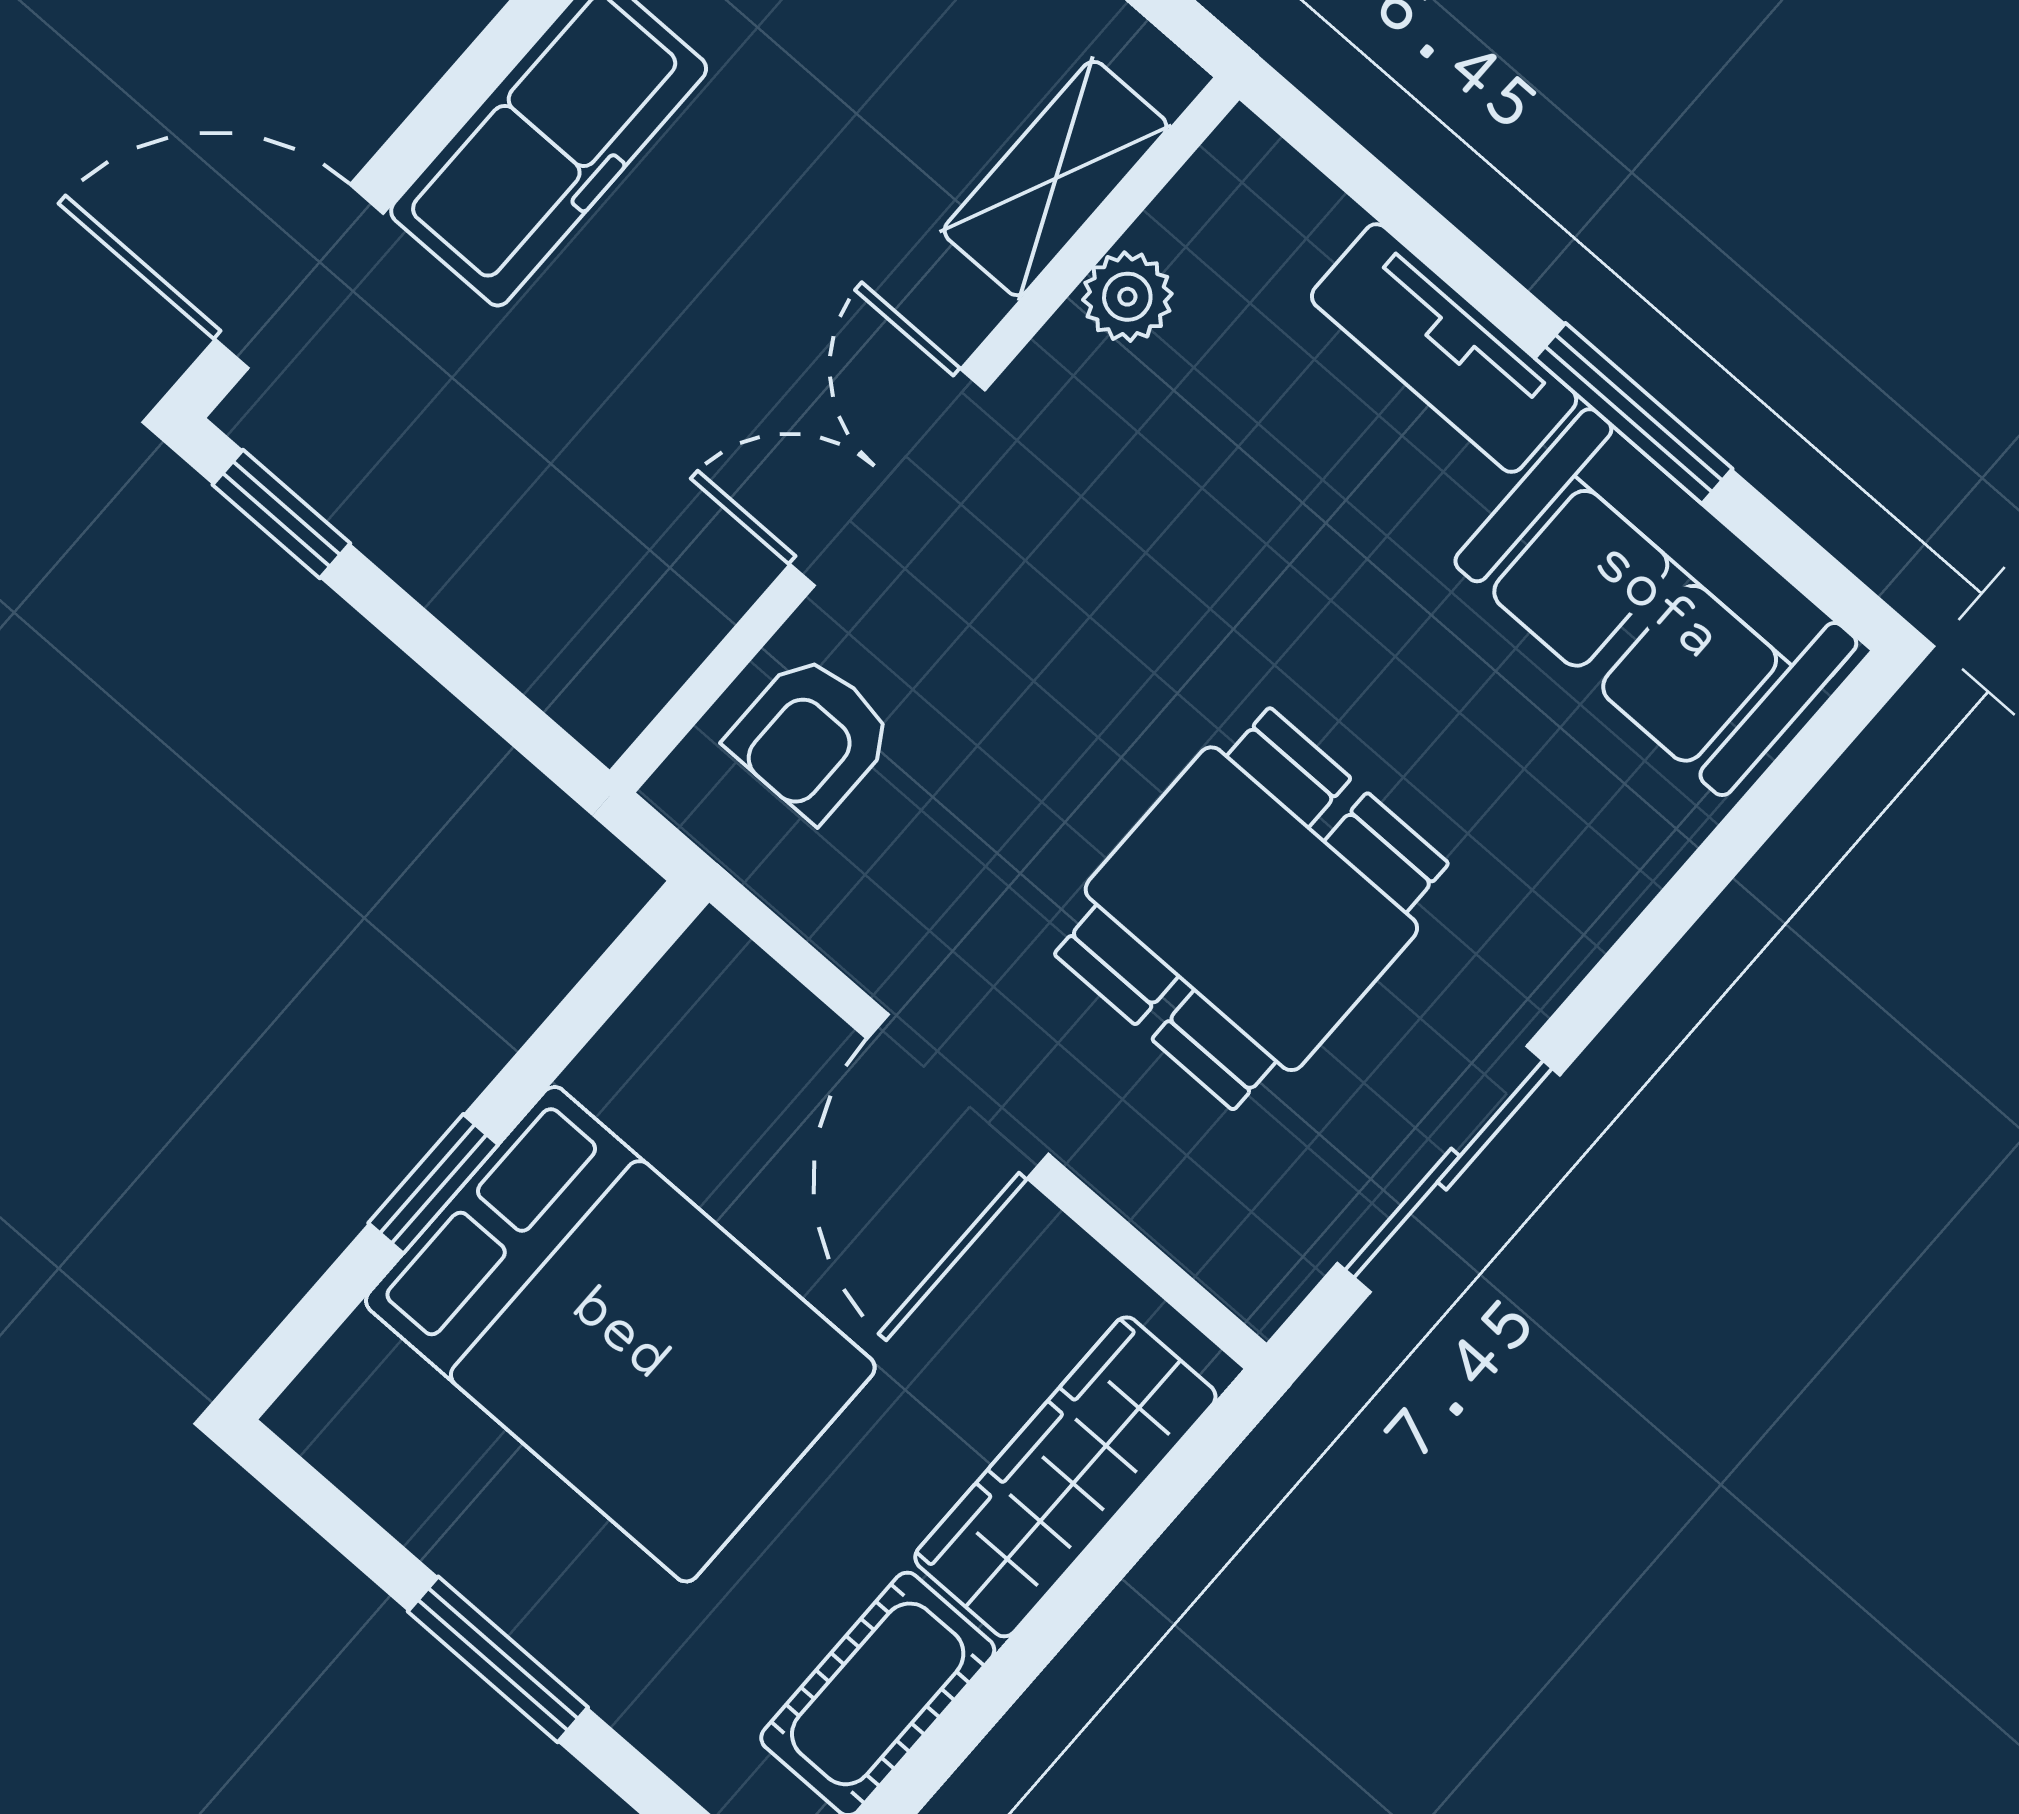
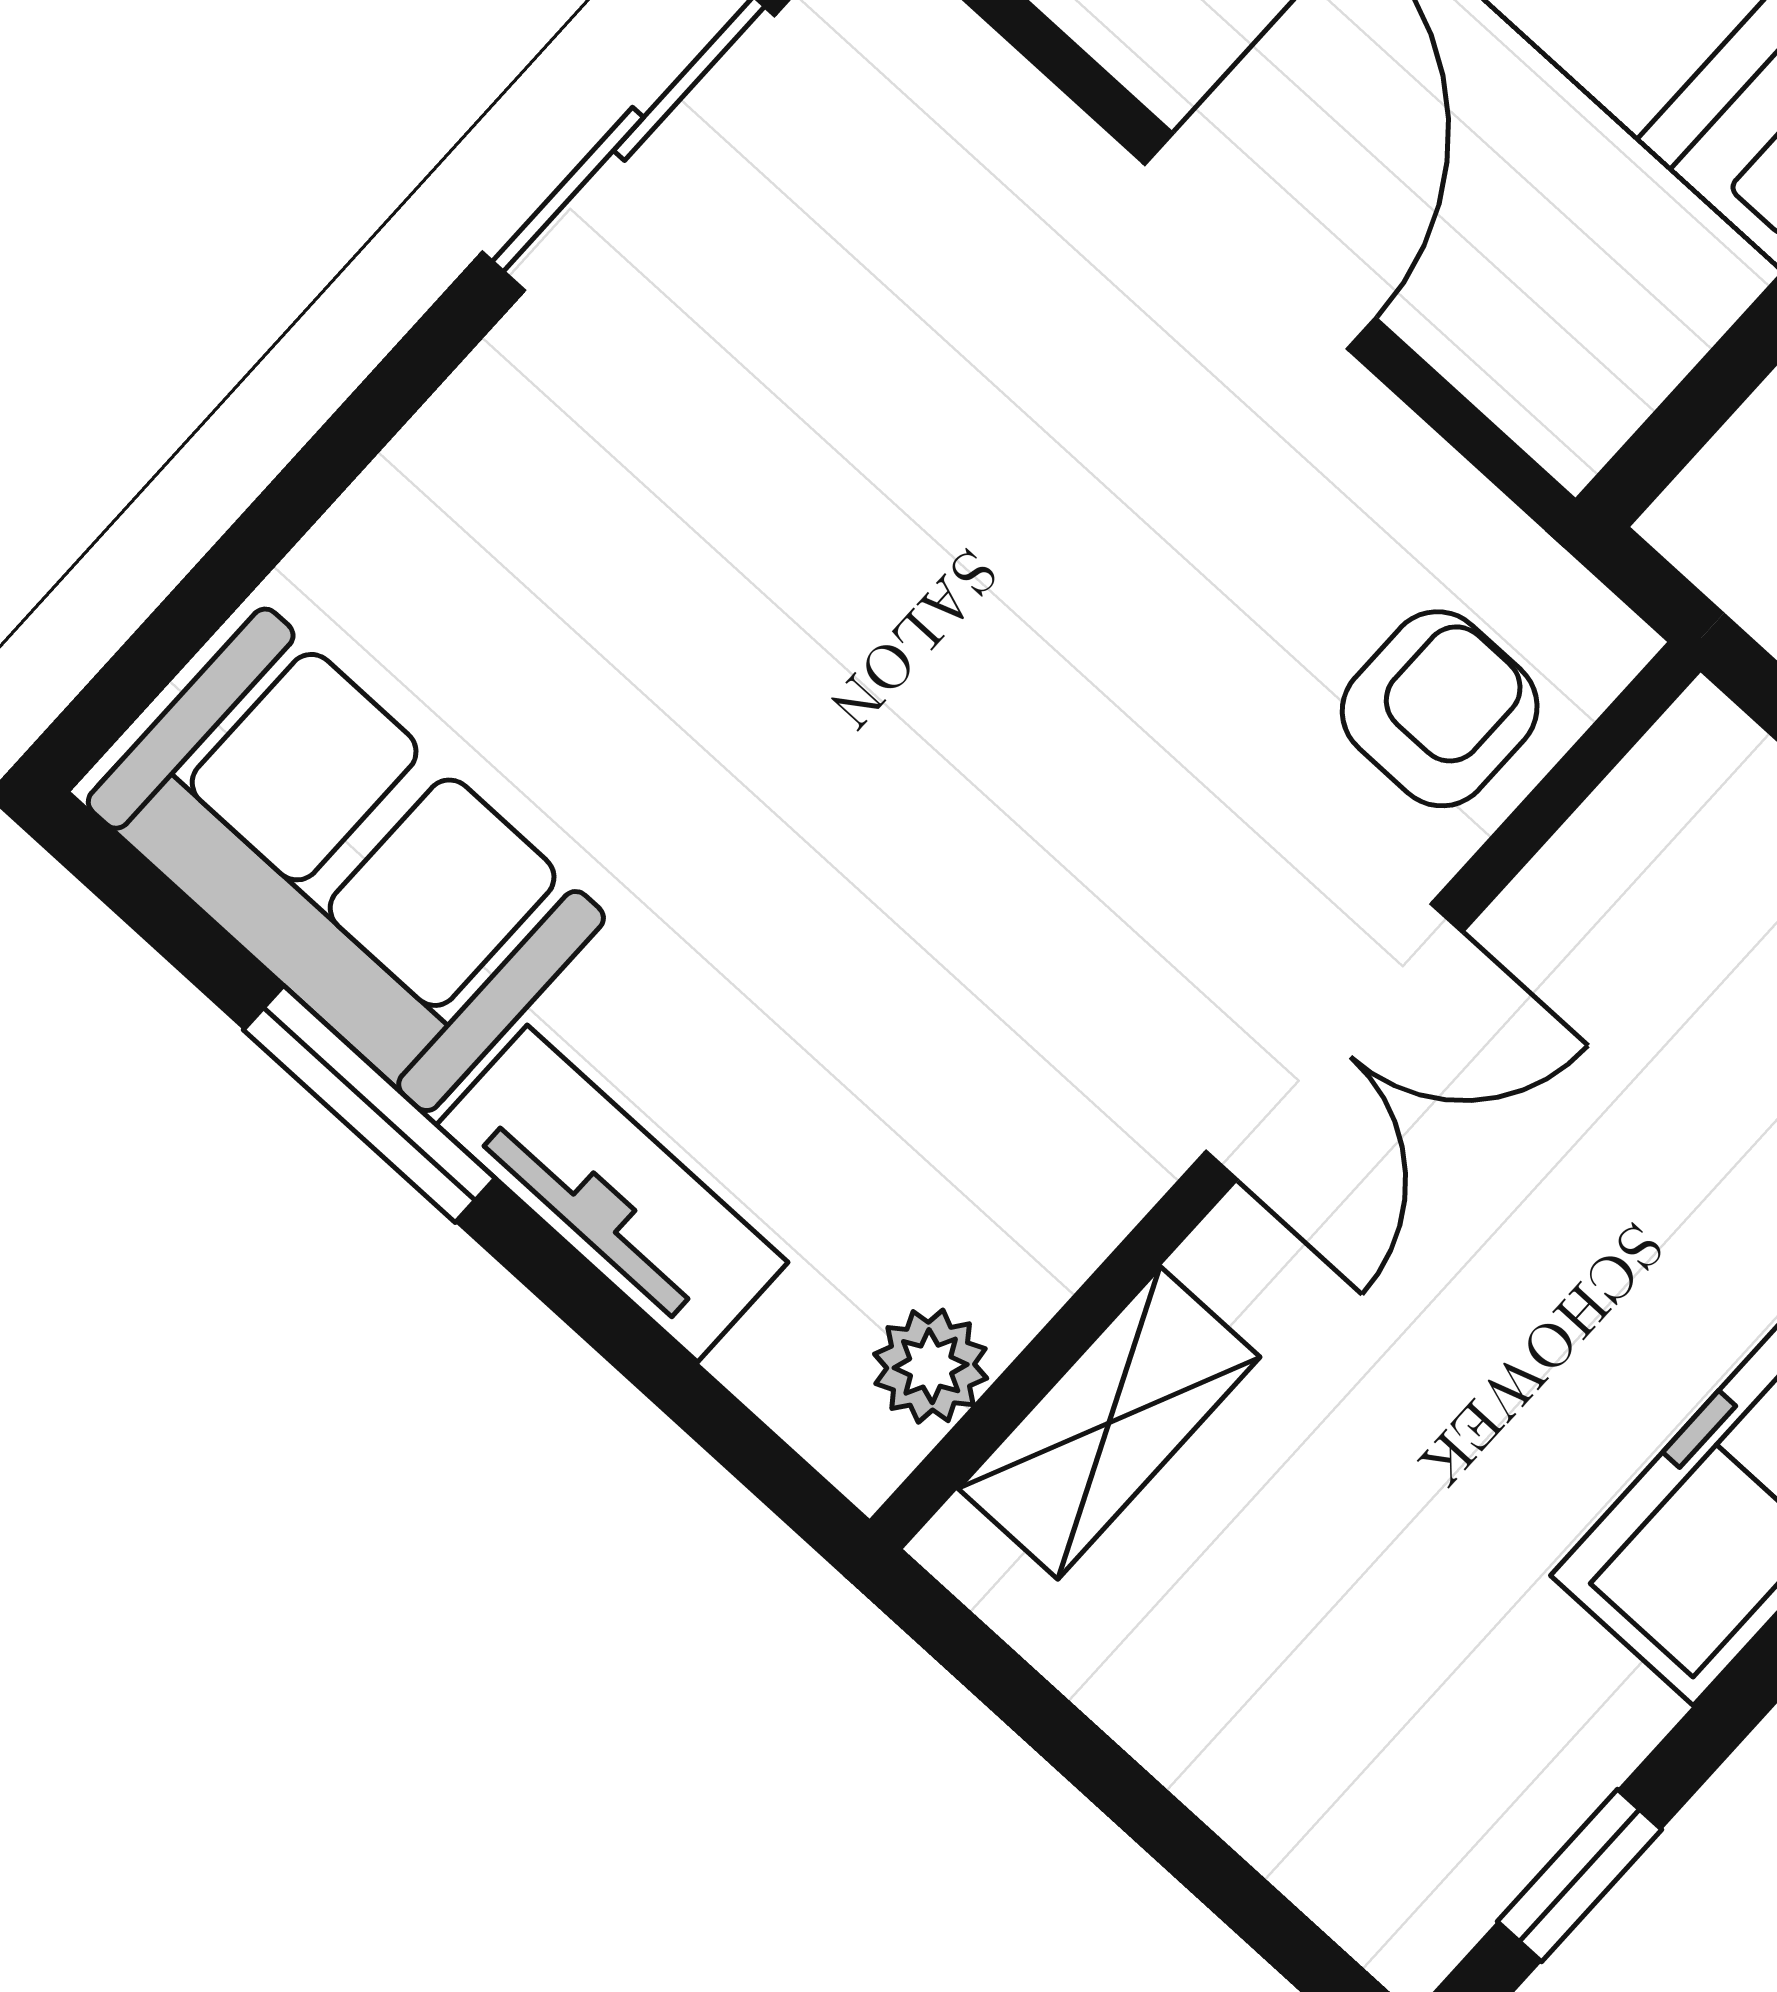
plant: (1127, 297) -> (931, 1366), moved
dining table: (1251, 909) -> (876, 475), removed

